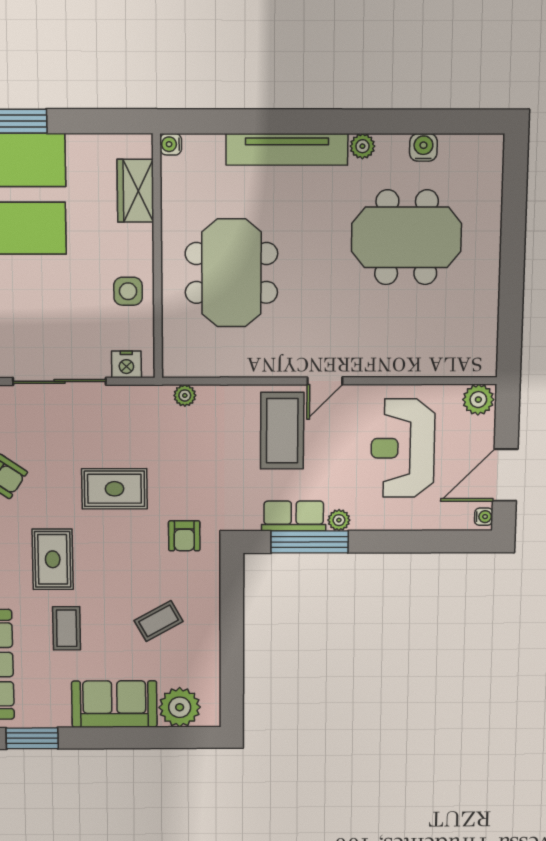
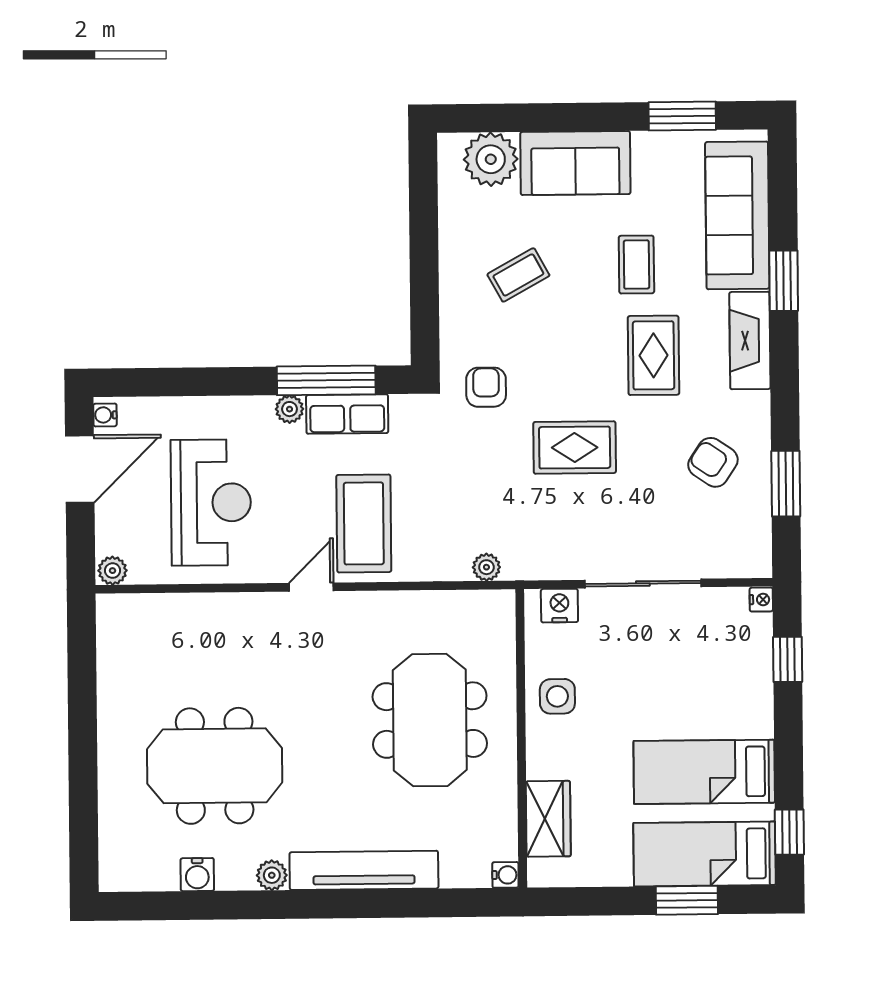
plant: (478, 400) -> (112, 571), width x0.73, depth x0.73

